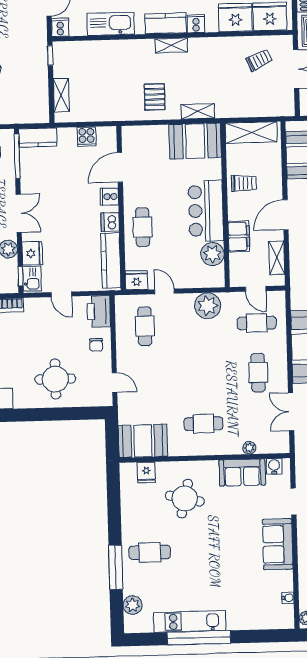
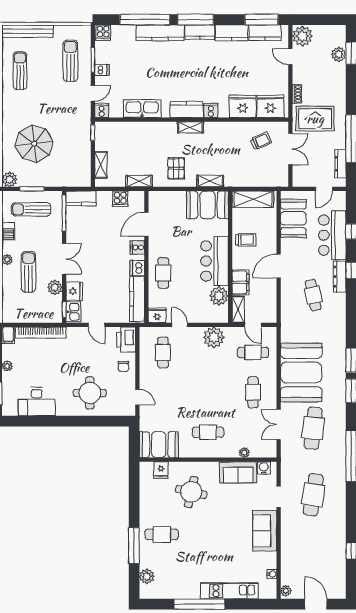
shelving: (109, 114) -> (139, 181), added
shelving: (277, 258) -> (238, 309), moved
kitchen unit: (190, 621) -> (229, 591), moved

